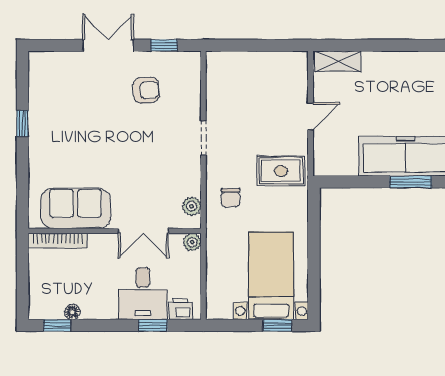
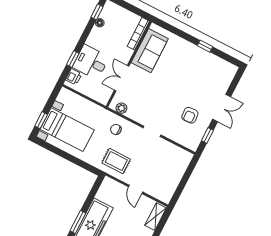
rug: (281, 171) -> (116, 161), turned 90
plant: (192, 242) -> (104, 99), removed

